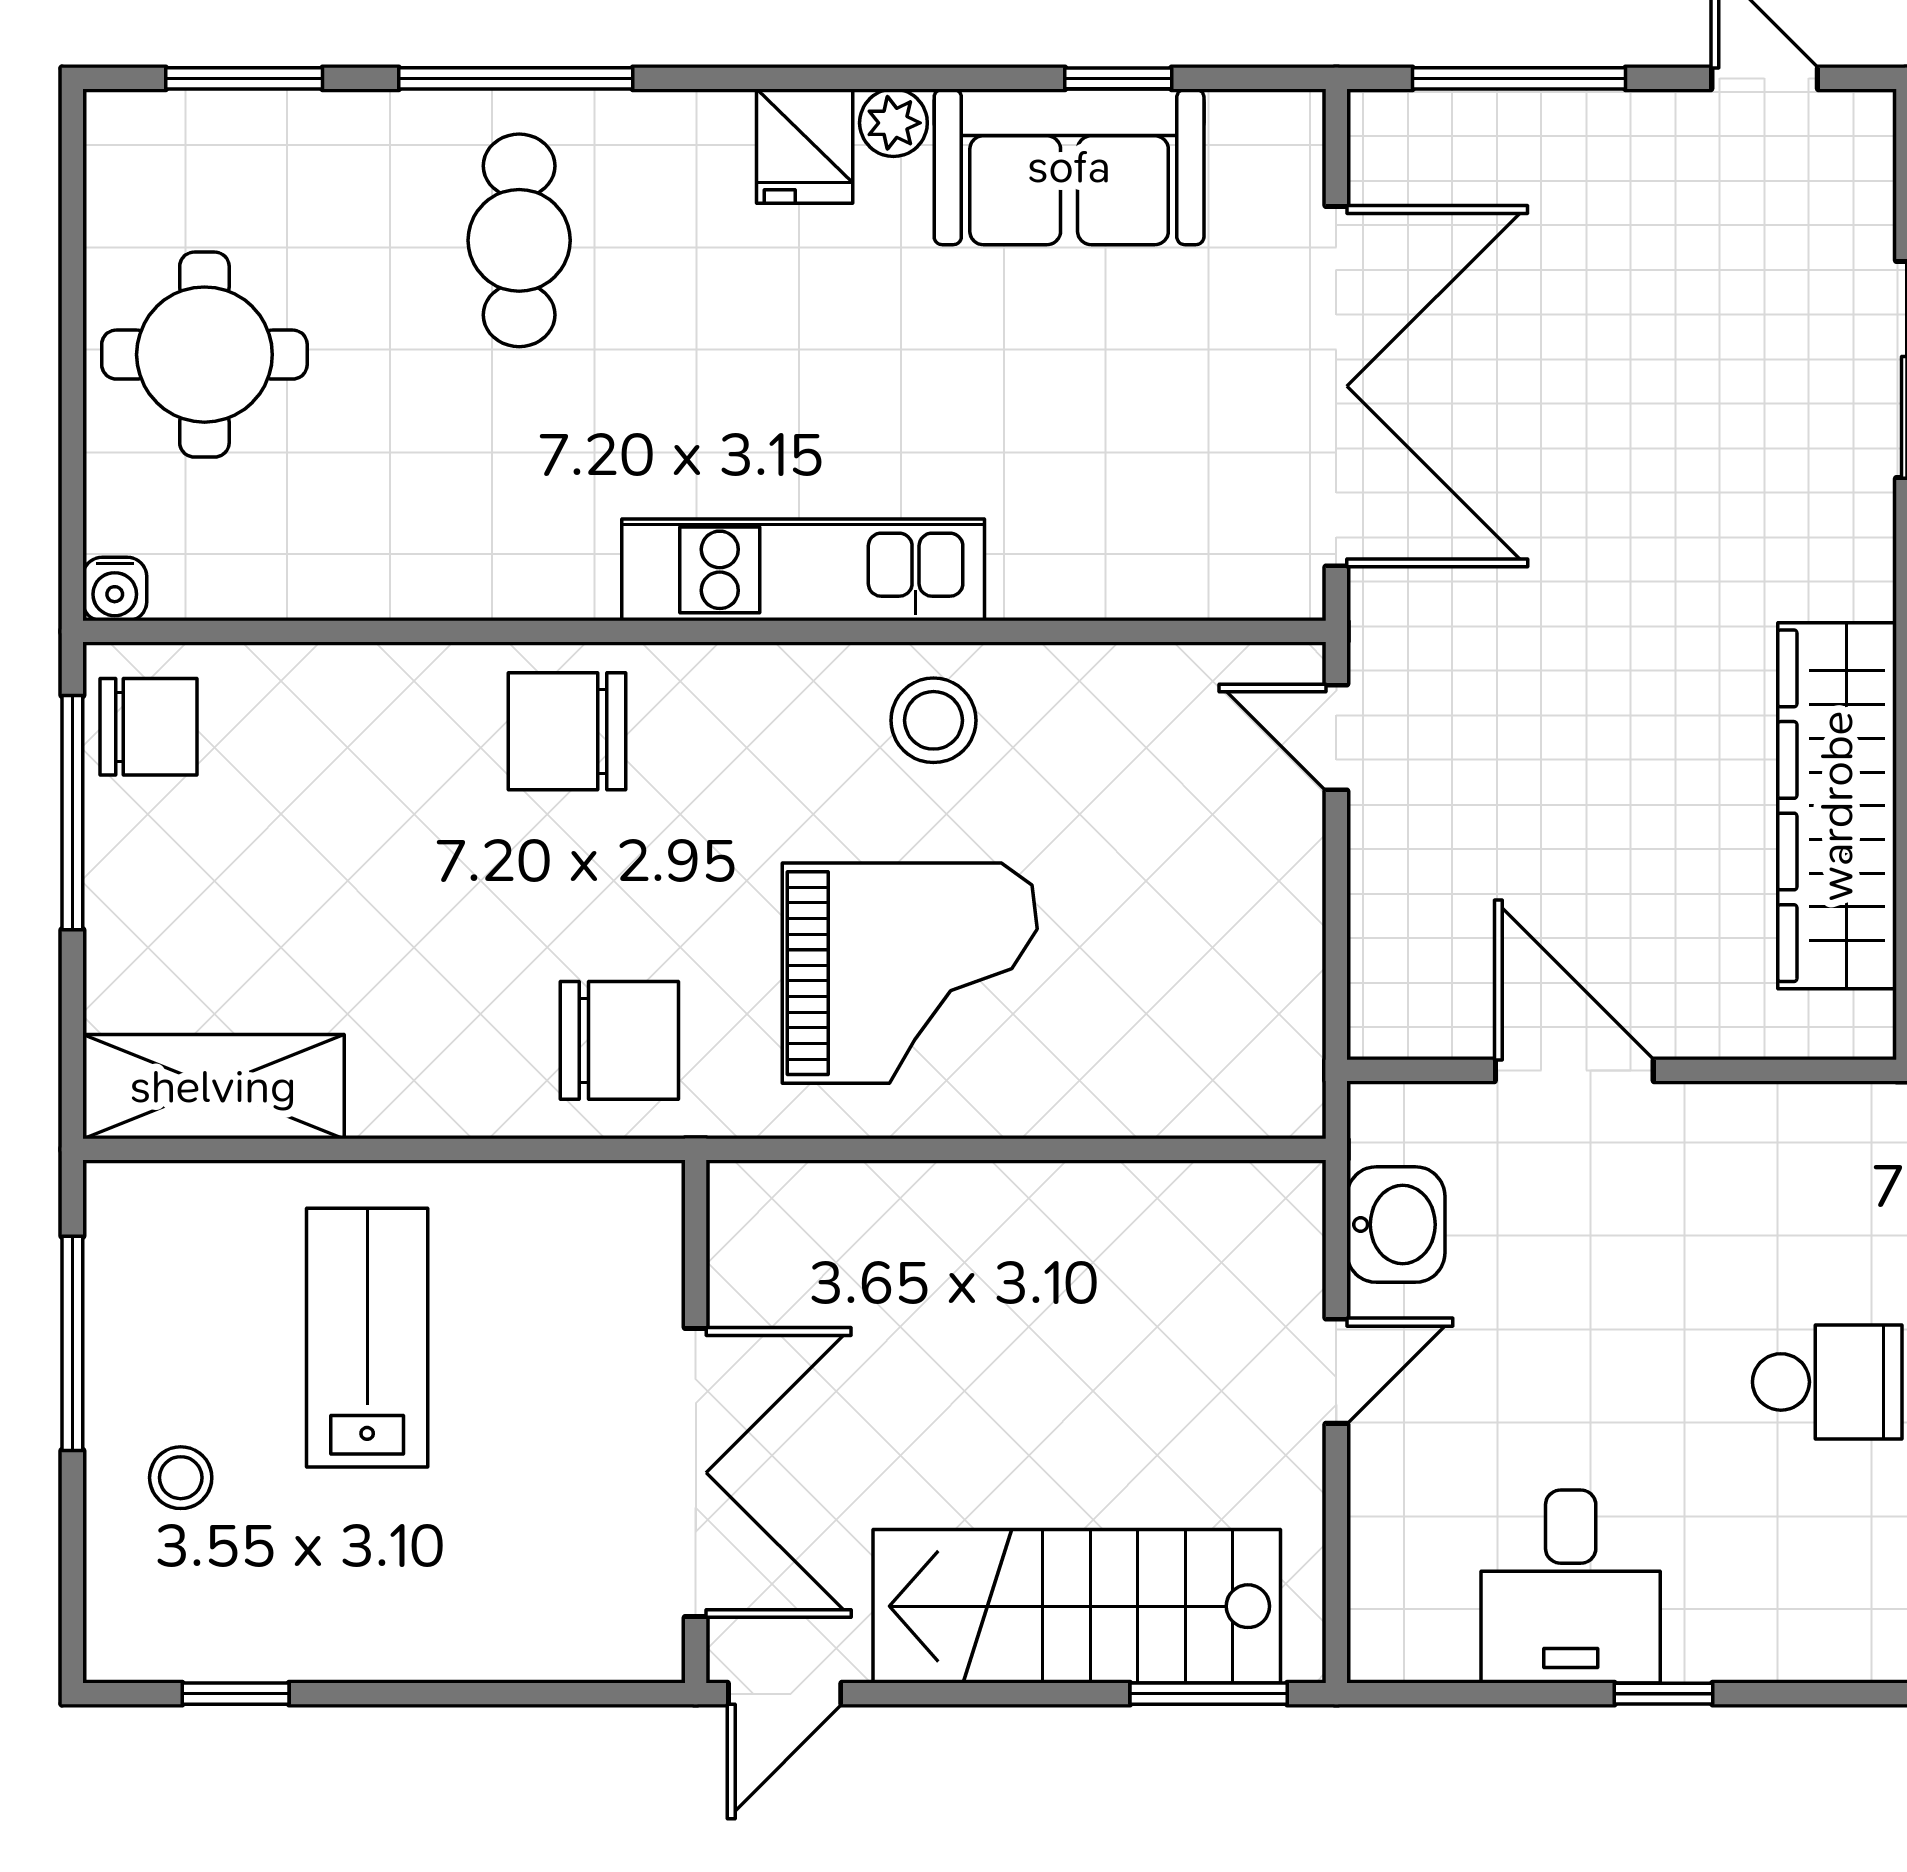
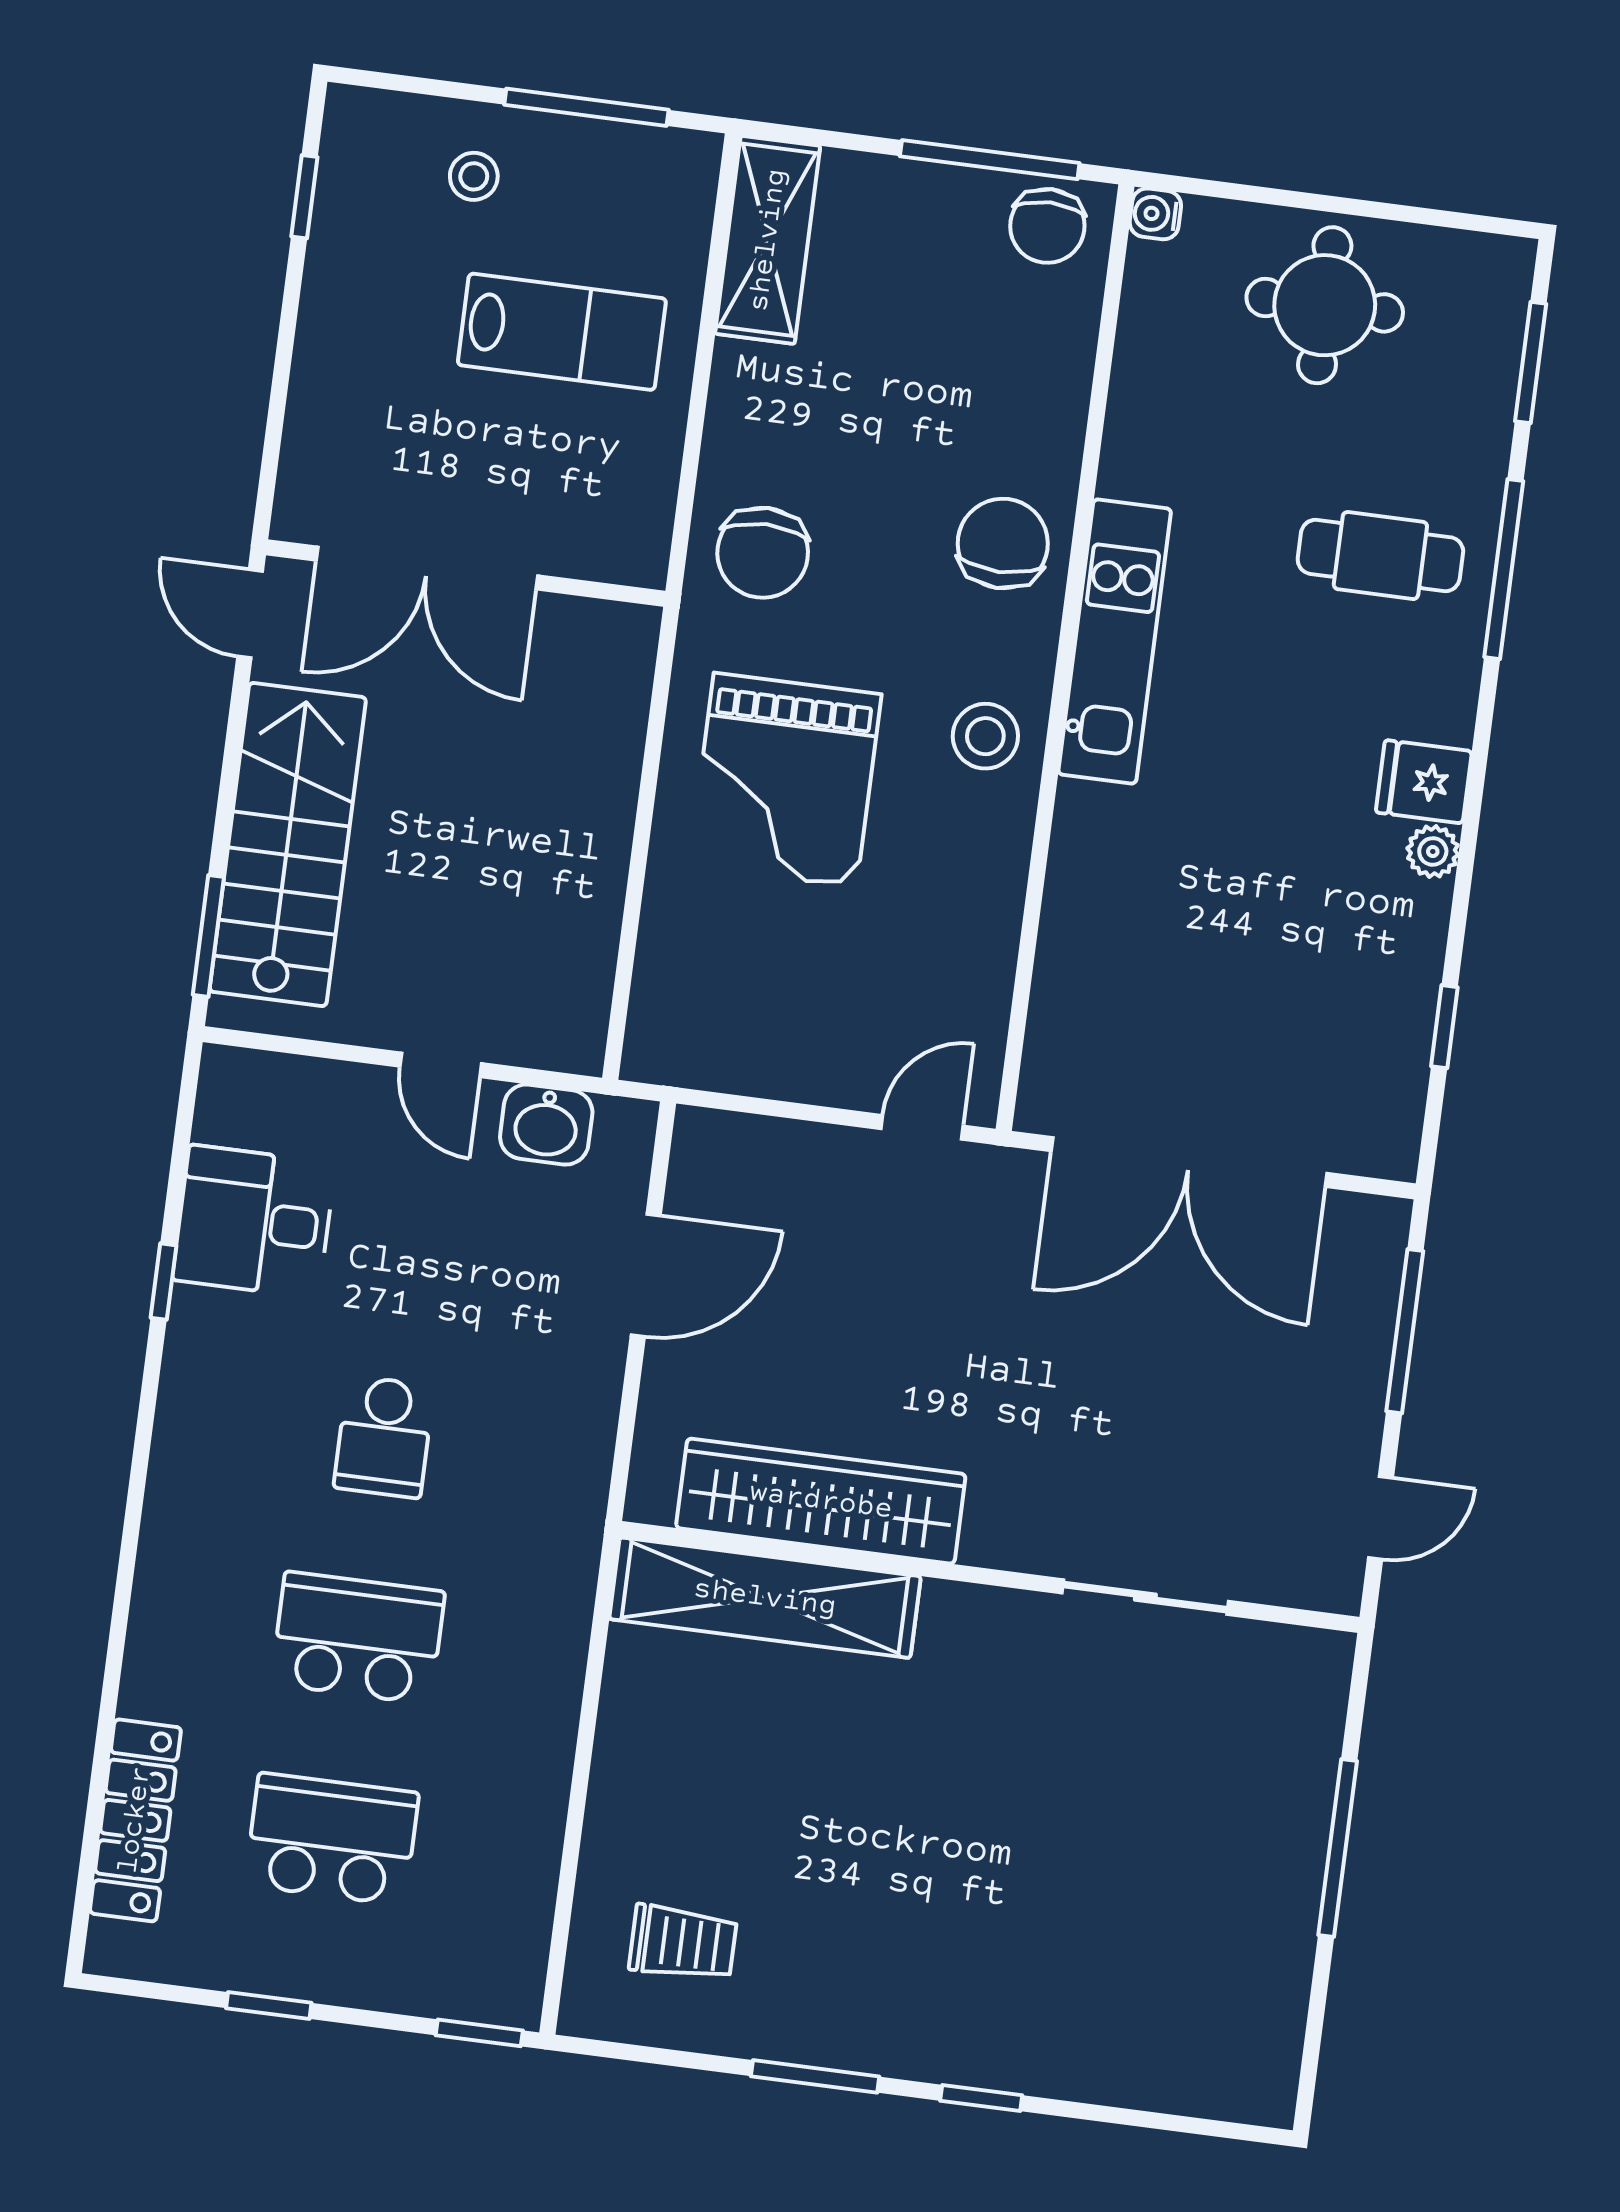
sofa: (1069, 167) -> (1382, 981), removed
kitchen unit: (803, 570) -> (1115, 642), moved
stool: (933, 720) -> (985, 736), moved

